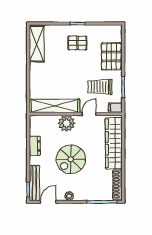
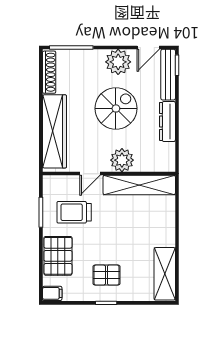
trolley: (100, 87) -> (74, 212), turned 180
filing cabinet: (115, 108) -> (52, 293), moved
dresser: (35, 146) -> (167, 121), width x1.44
plant: (69, 196) -> (118, 62), width x1.88, depth x1.88

